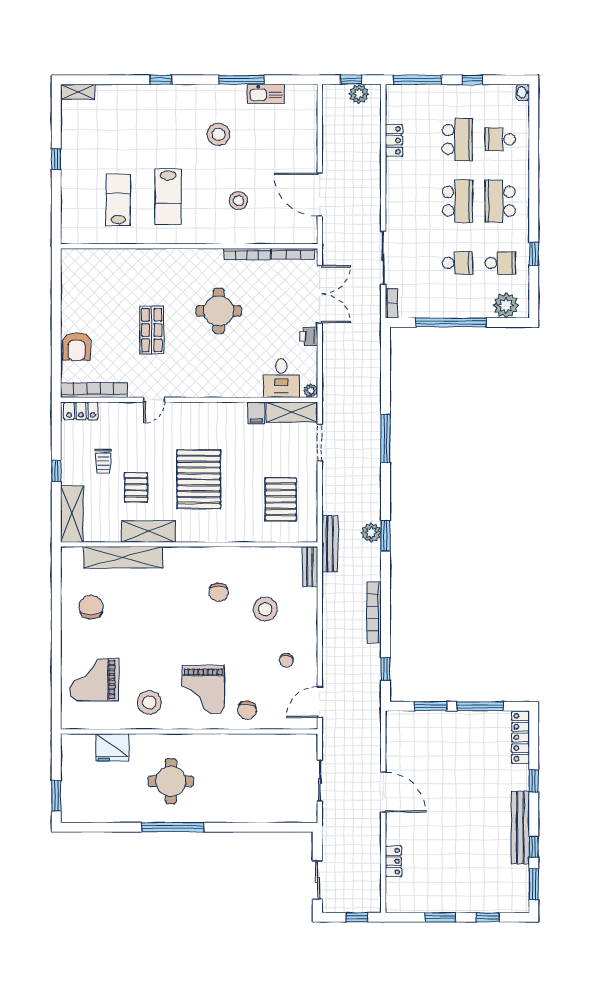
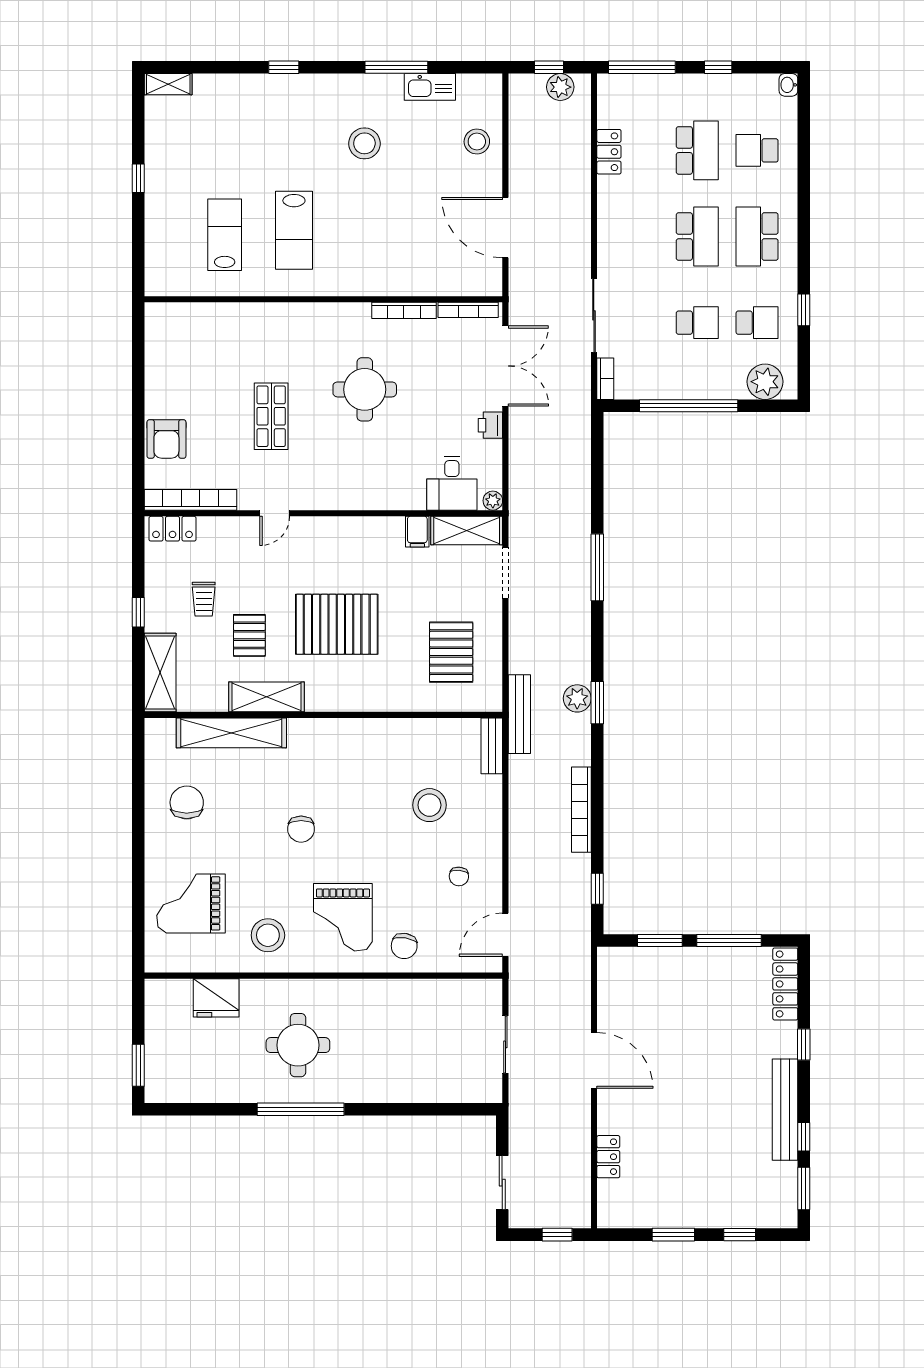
stool: (238, 201) -> (477, 141), moved
pallet: (199, 479) -> (337, 624), turned 90
chair: (219, 592) -> (301, 829), moved

